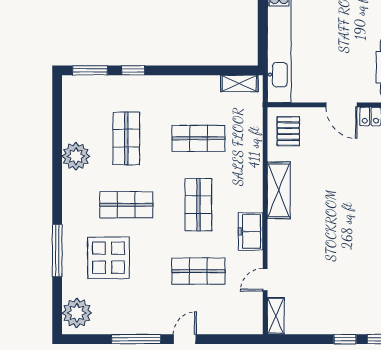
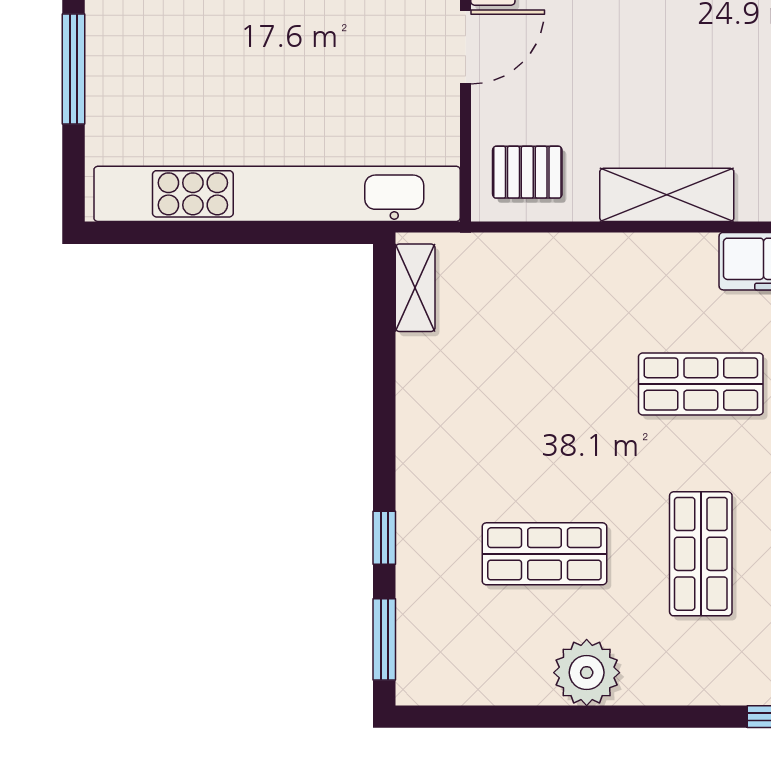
shop shelf: (198, 138) -> (544, 384), removed

